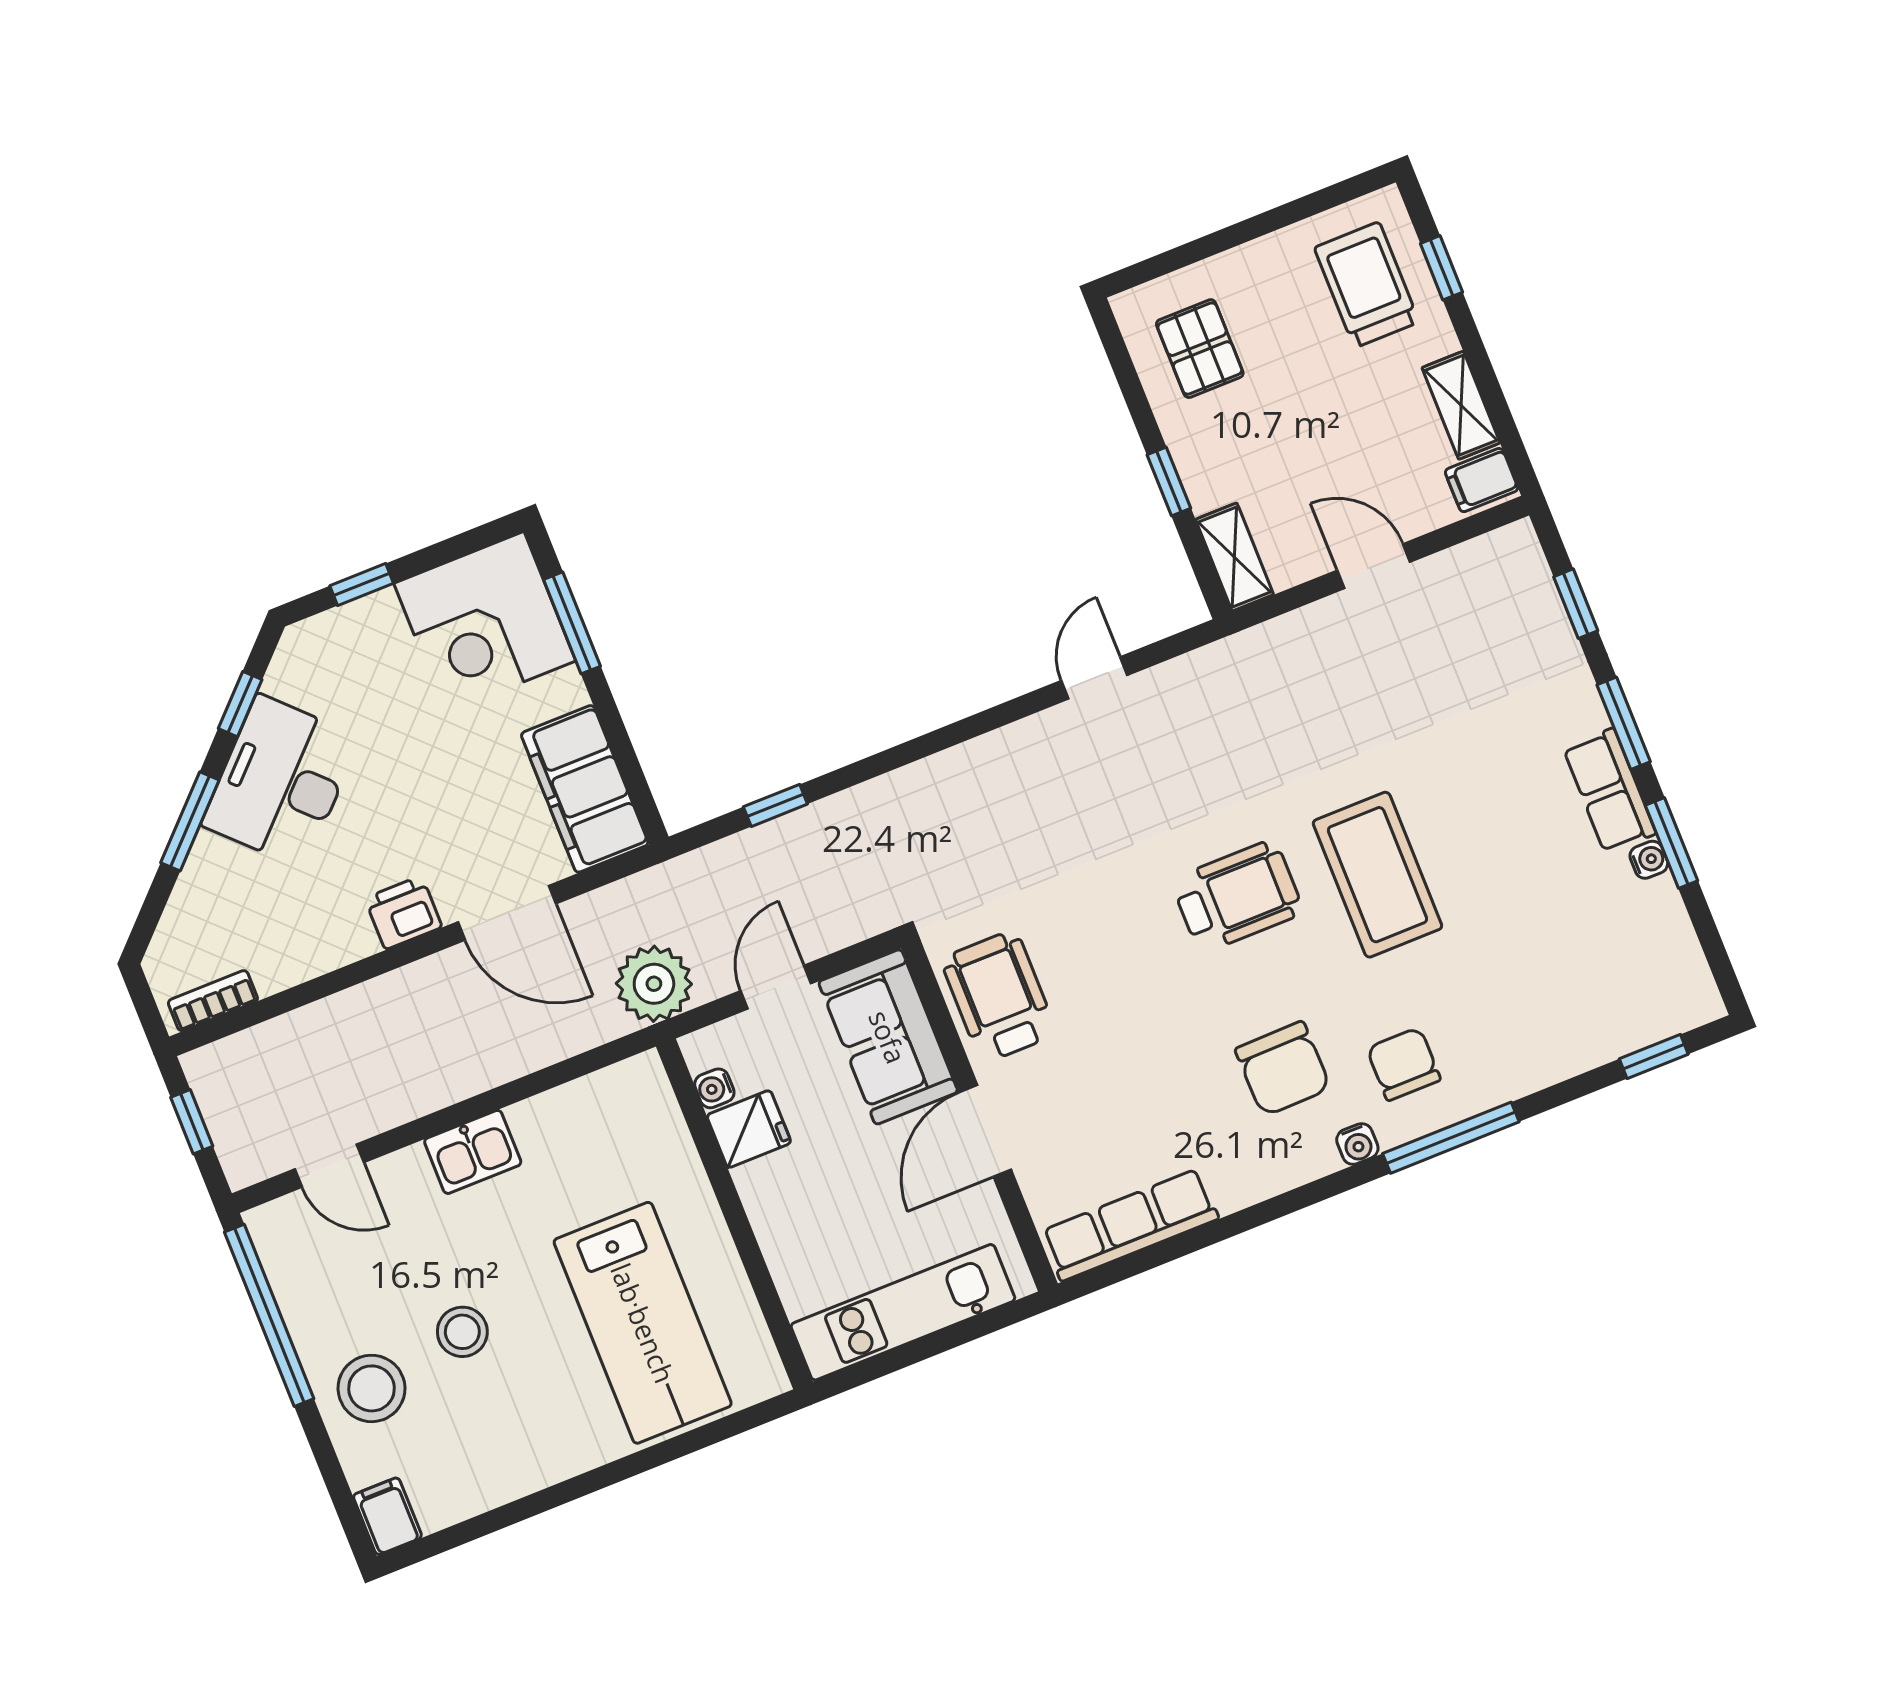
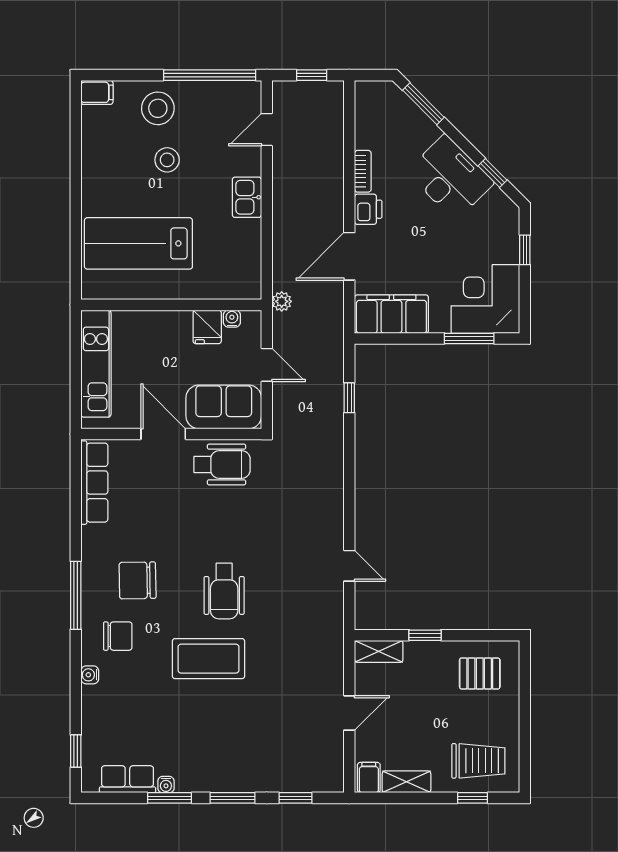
row of seats: (1609, 791) -> (127, 779), moved
window: (190, 821) -> (423, 104), moved
plant: (654, 984) -> (282, 301), width x0.53, depth x0.53
bookcase: (213, 1001) -> (363, 171), moved
window: (1451, 1138) -> (76, 595), moved
water cooler: (1357, 1144) -> (90, 675), moved

